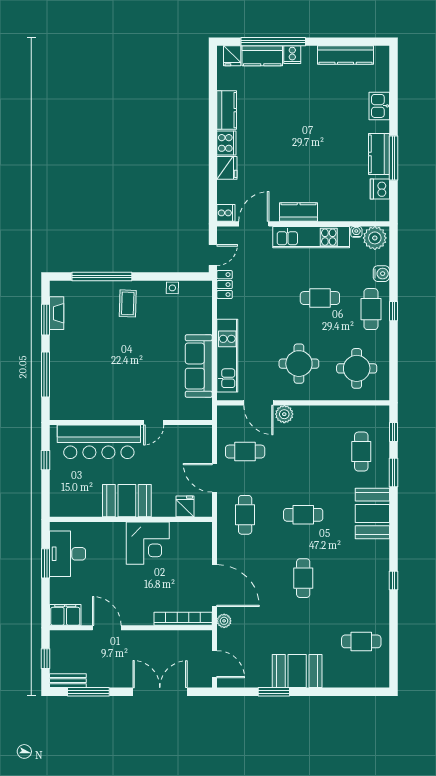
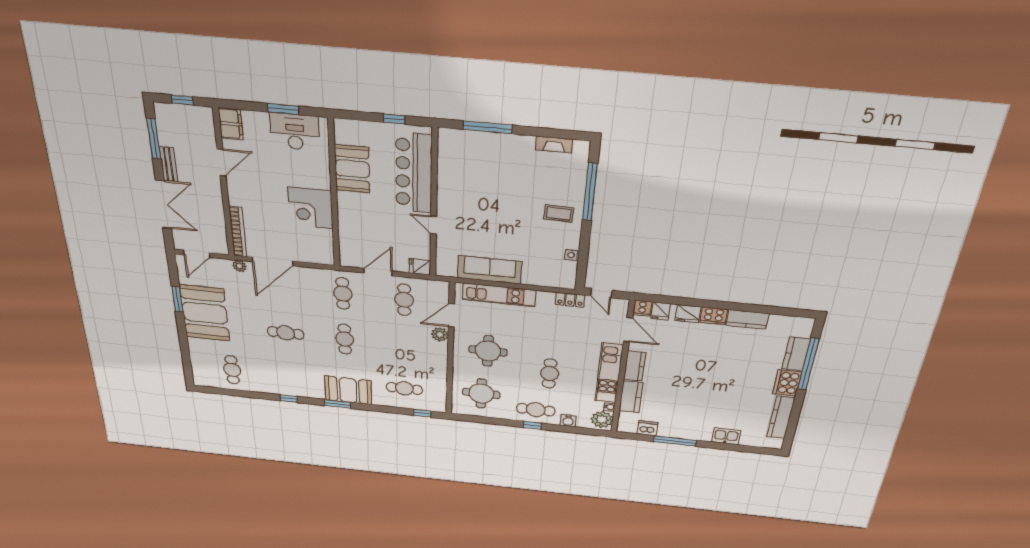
cooker: (292, 55) -> (787, 383), width x1.87, depth x1.31
fridge: (232, 56) -> (661, 311), moved, turned -90
kitchen counter: (379, 154) -> (631, 397), moved, turned 90
window: (45, 320) -> (548, 133), removed
window: (393, 473) -> (337, 404), moved
booth: (127, 501) -> (352, 169), moved
fridge: (185, 506) -> (420, 267), moved, turned 180
cafe table: (245, 515) -> (343, 293), turned 90
booth: (297, 671) -> (205, 313), width x1.36, depth x1.42
bench: (68, 681) -> (169, 164), moved

